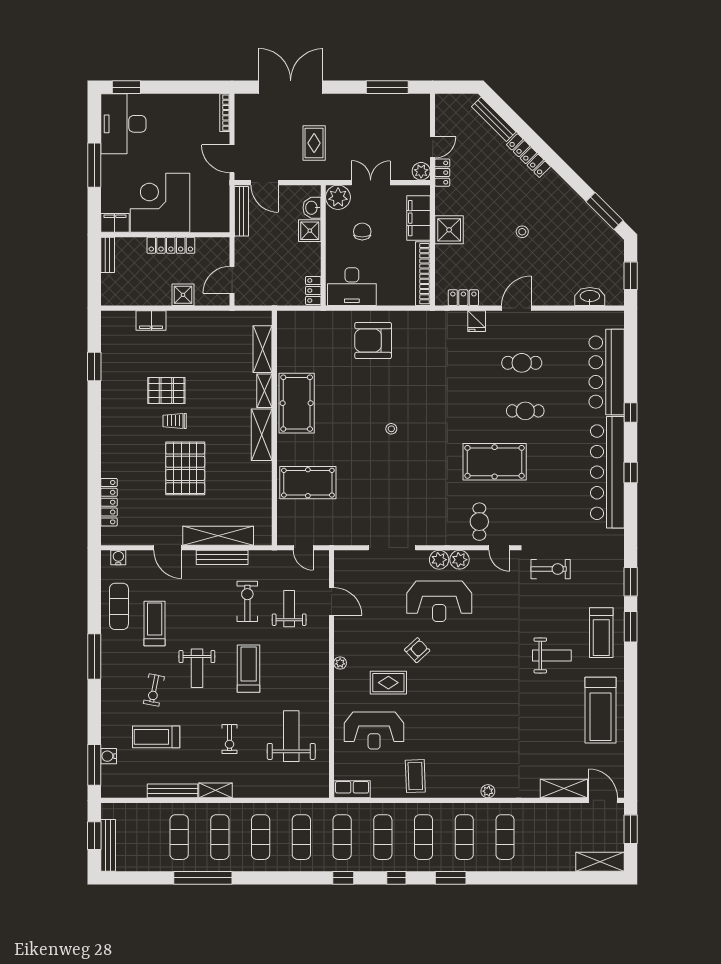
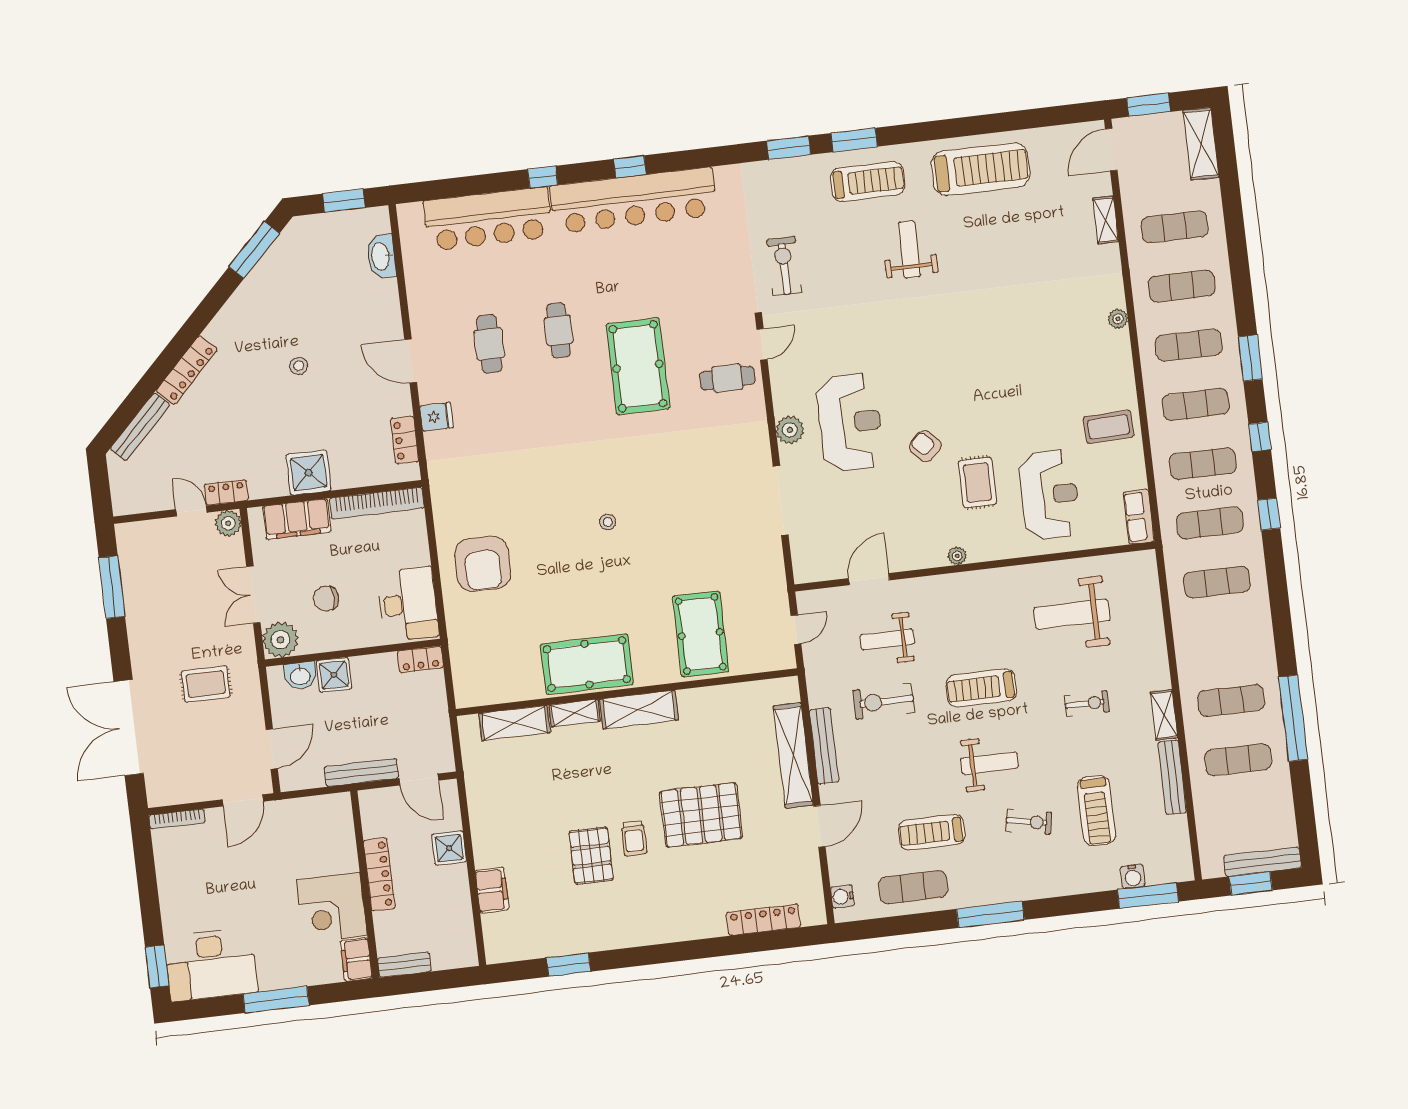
corner desk: (160, 203) -> (332, 907), width x0.74, depth x0.74
bench: (241, 211) -> (361, 772), moved
plant: (459, 560) -> (786, 400), removed
shelving: (564, 788) -> (1106, 220), width x0.67, depth x0.75
exercise mat: (261, 837) -> (1175, 227), moved

